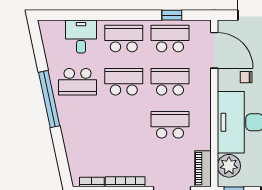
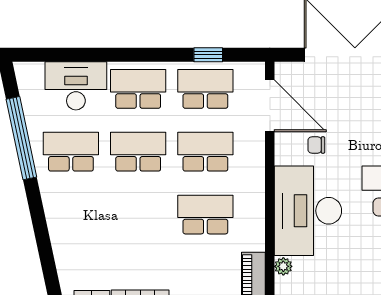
desk: (81, 36) -> (76, 86), width x1.37
school desk: (78, 82) -> (71, 152), turned 180
window: (49, 99) -> (21, 138), moved
plant: (229, 166) -> (283, 266), width x0.53, depth x0.53

